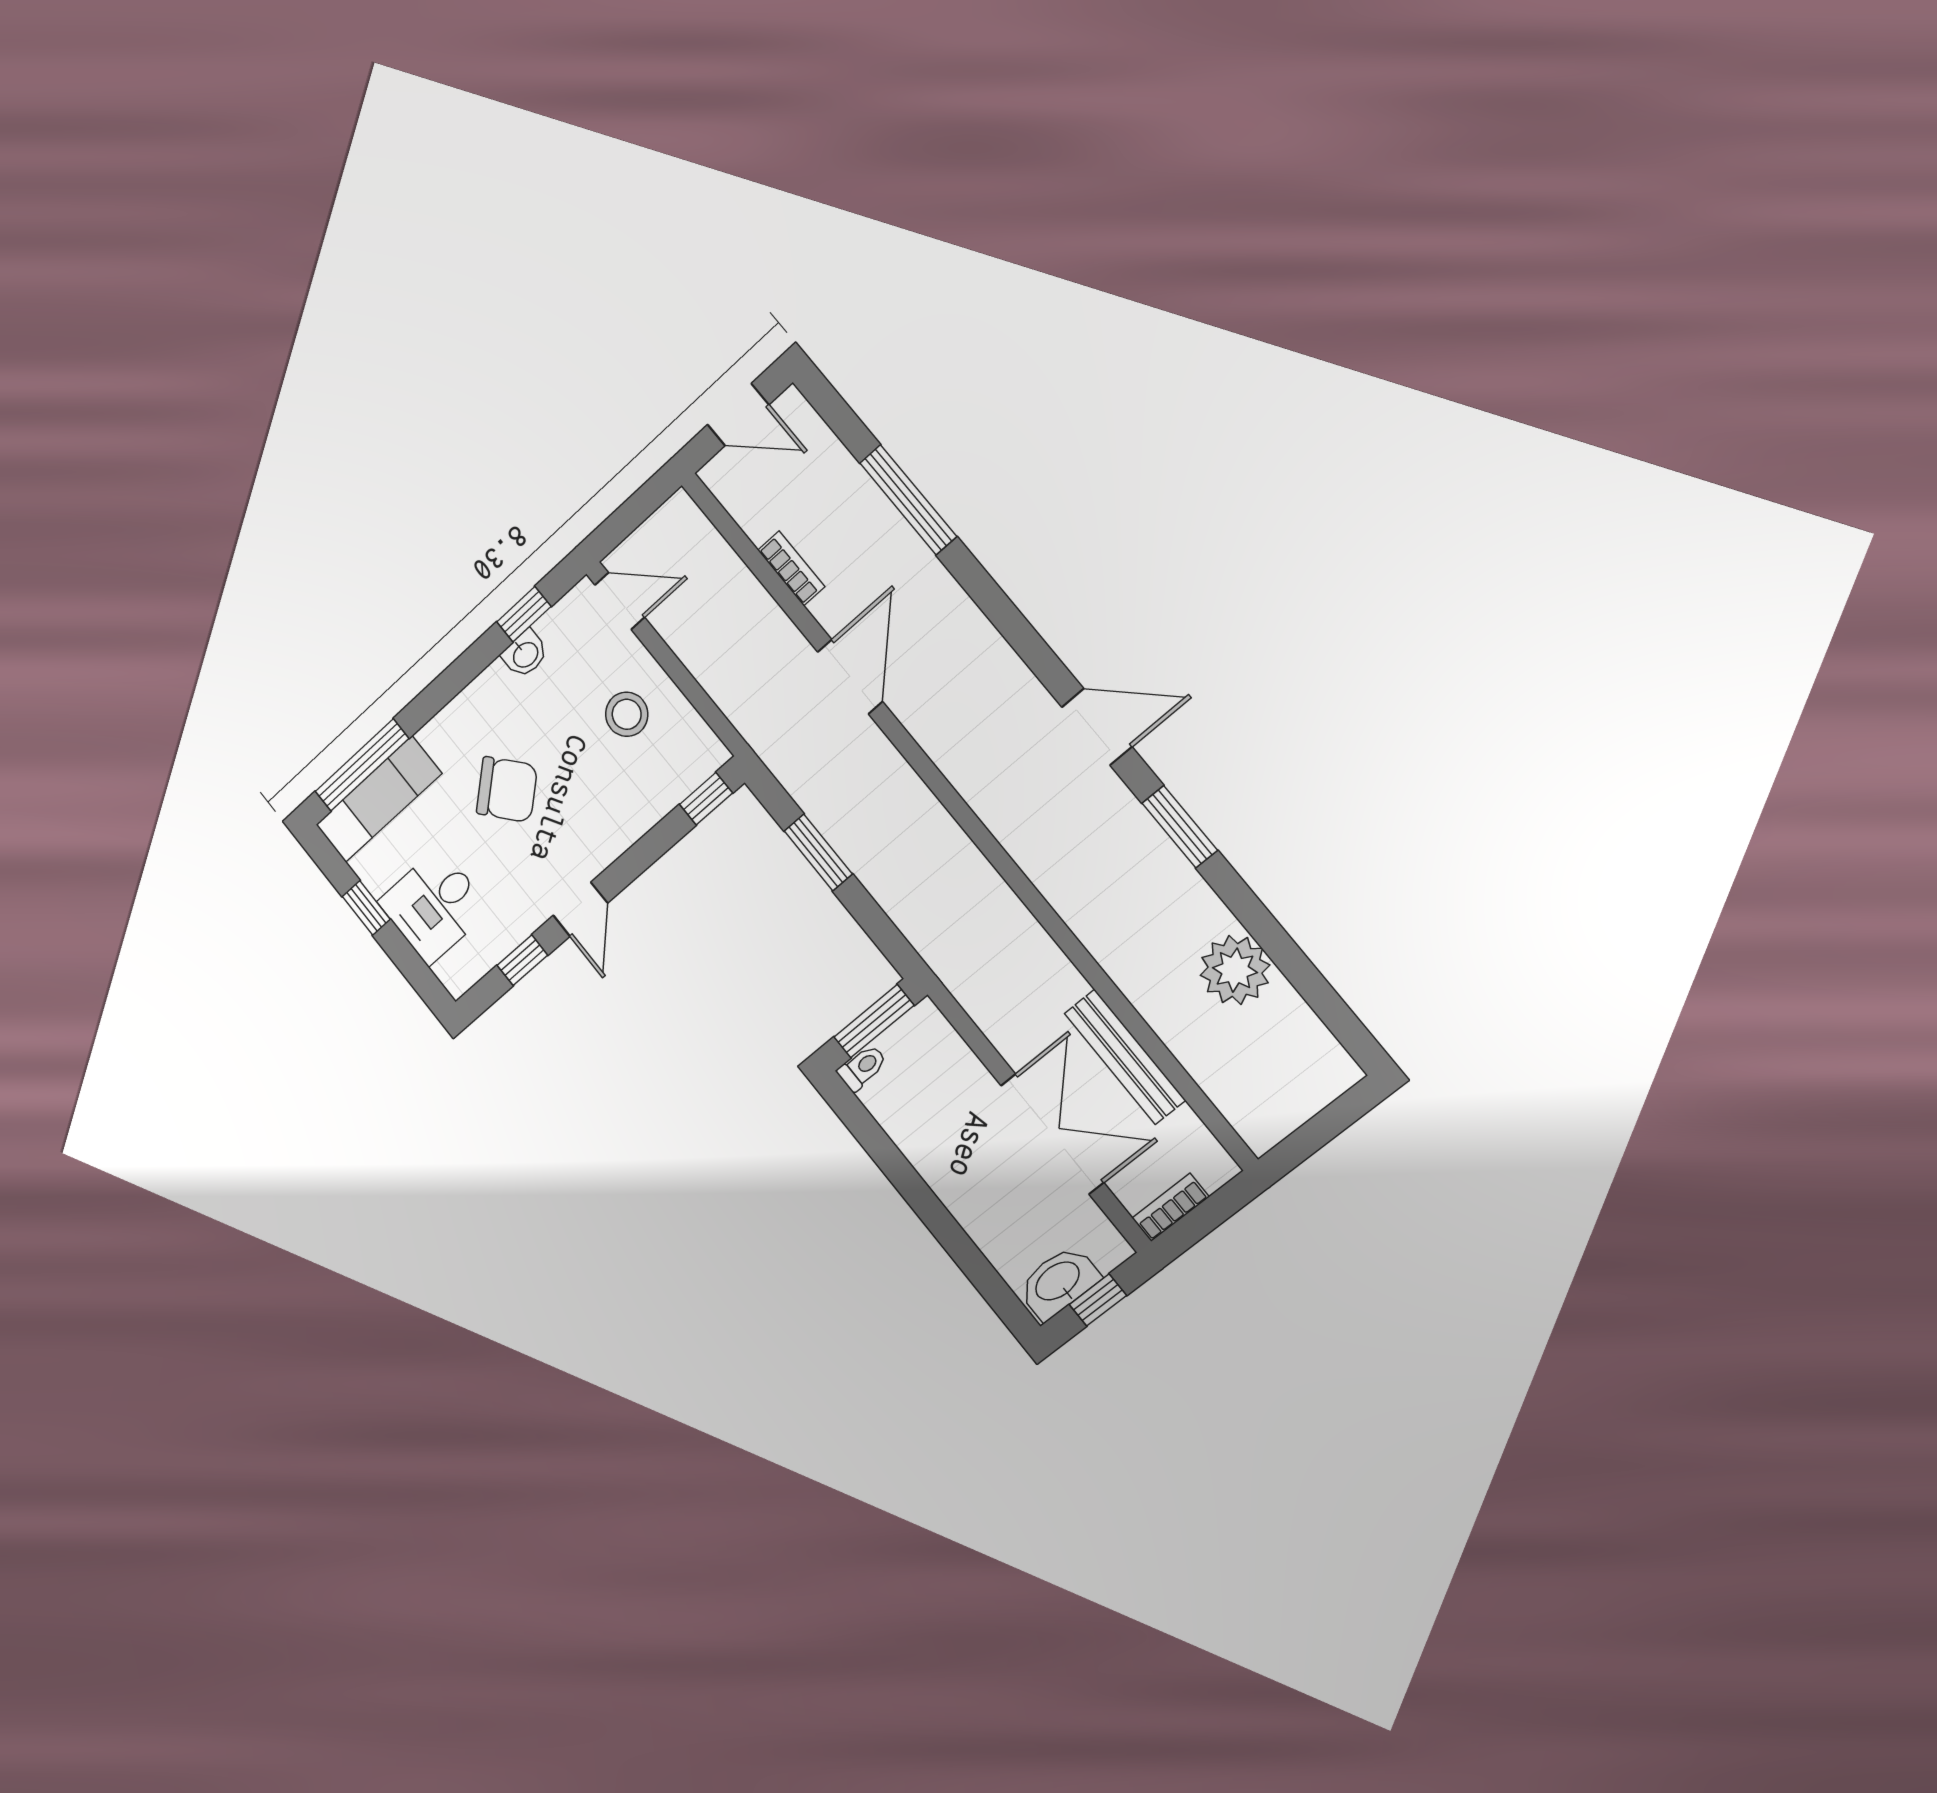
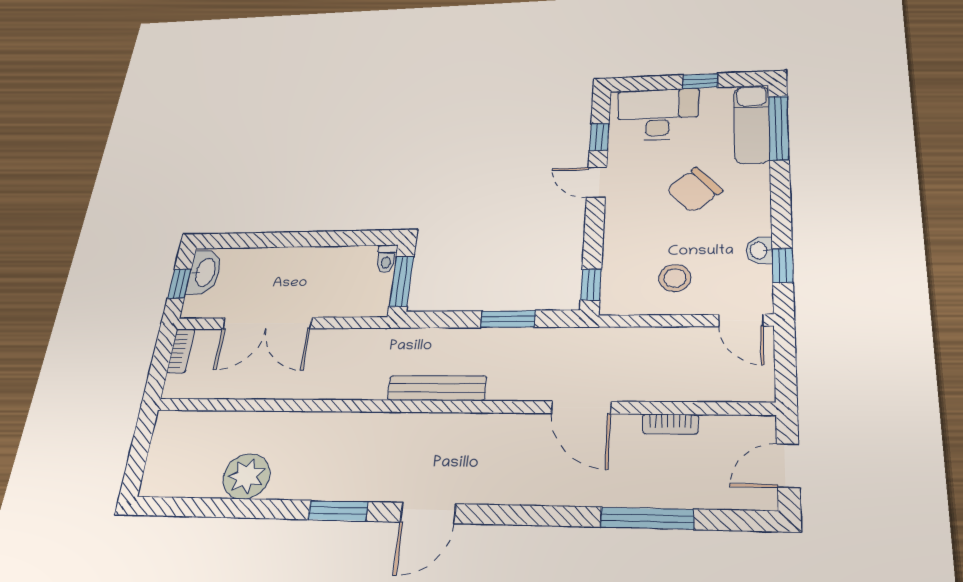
door: (620, 601) -> (741, 320), hinge flipped
desk: (434, 906) -> (658, 114), width x1.37
bench: (1125, 1057) -> (437, 388), moved

